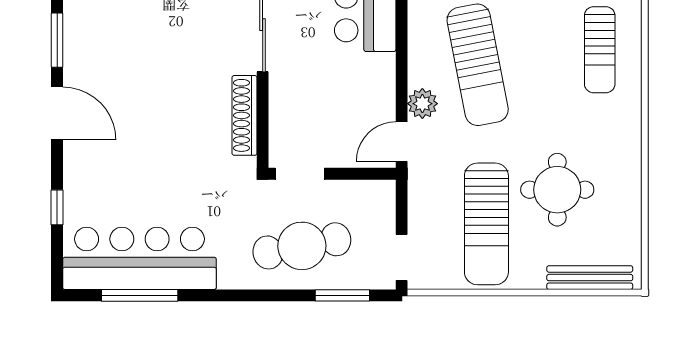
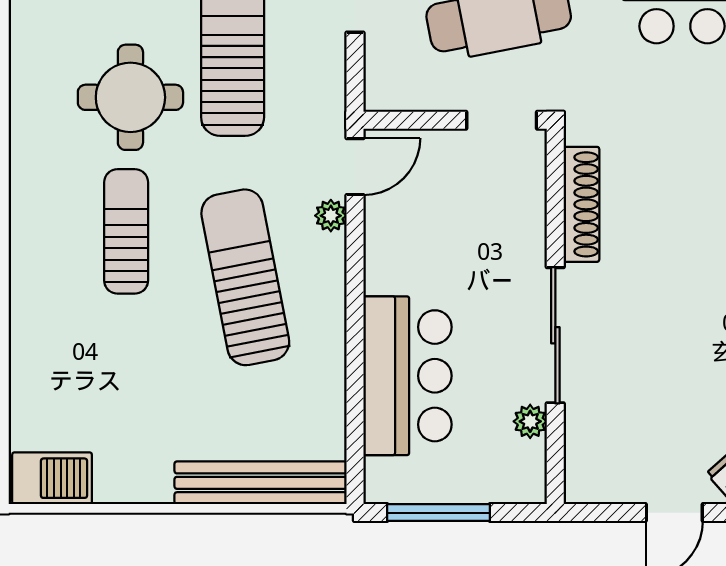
sun lounger: (600, 50) -> (126, 231), moved
plant: (422, 104) -> (331, 216), width x0.73, depth x0.73

